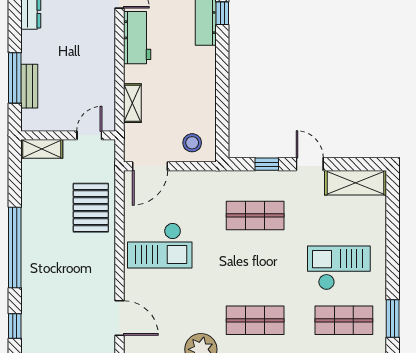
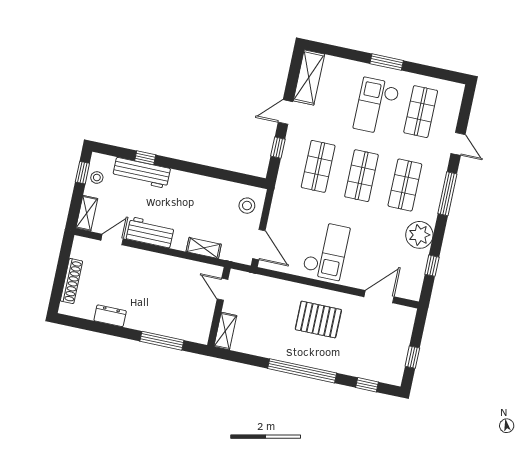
bench: (29, 86) -> (171, 330), removed
pallet: (91, 208) -> (318, 320), moved
shop shelf: (255, 268) -> (362, 176), added
window: (393, 318) -> (387, 62), moved

